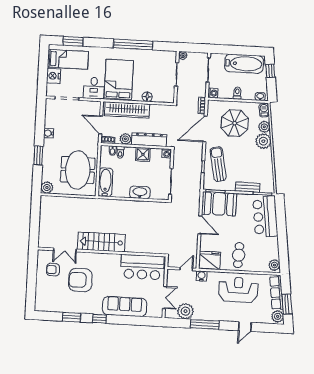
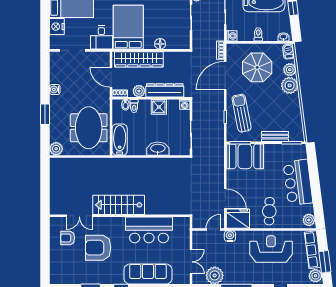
bar counter: (265, 217) -> (298, 182), moved
door: (200, 225) -> (225, 199), moved
bar counter: (142, 267) -> (149, 230), moved

